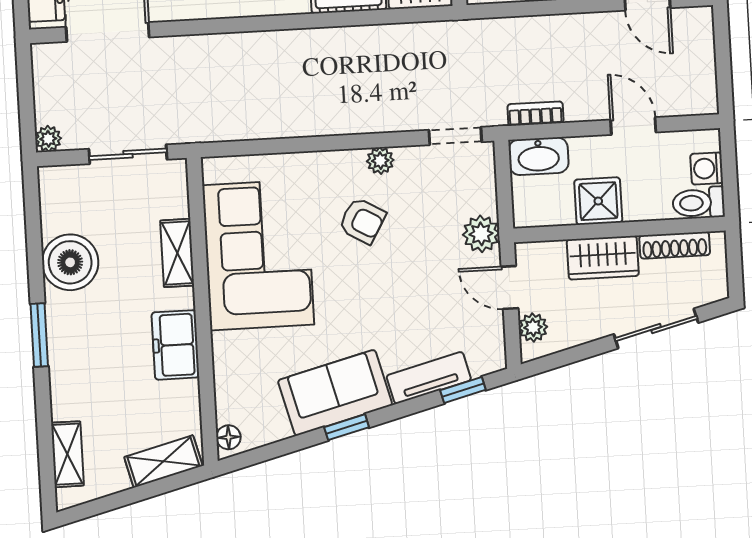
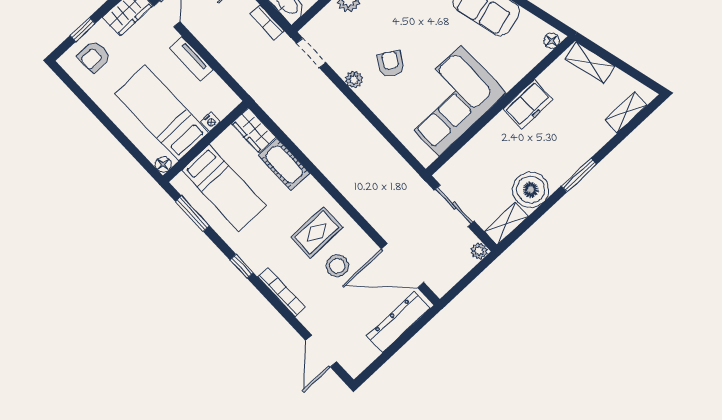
shelving: (177, 253) -> (506, 224), moved

